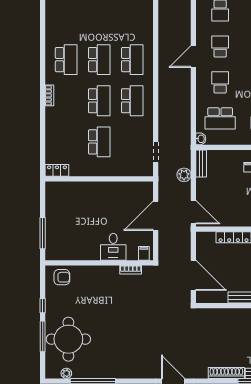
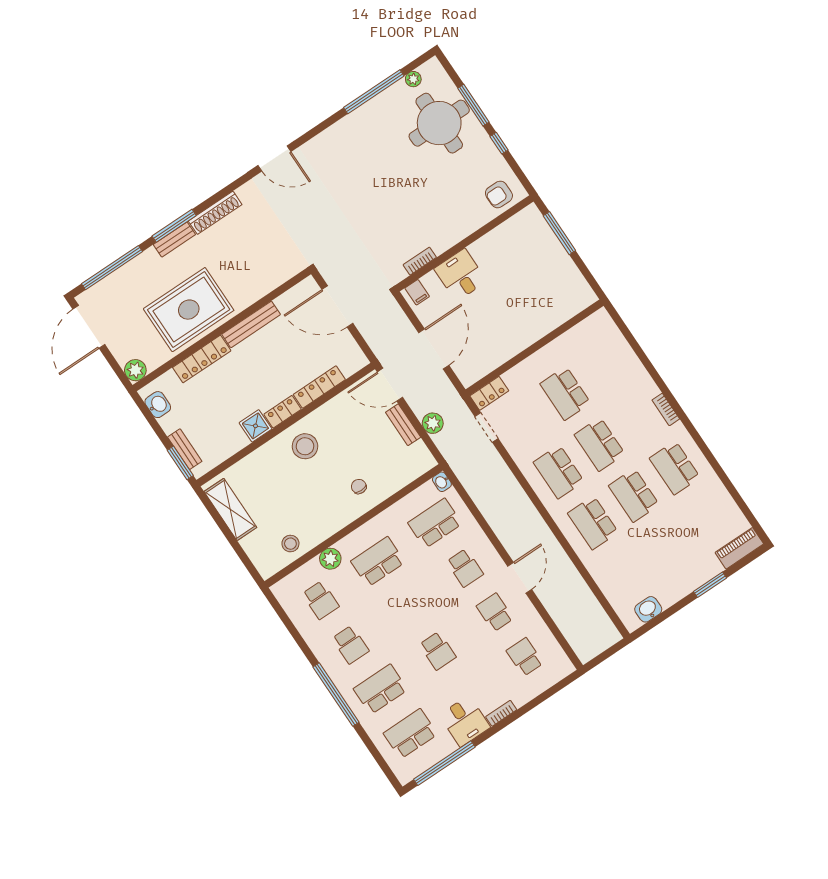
school desk: (220, 46) -> (495, 612), turned 180
bench: (201, 163) -> (403, 425), moved
locker: (57, 170) -> (489, 393), moved

